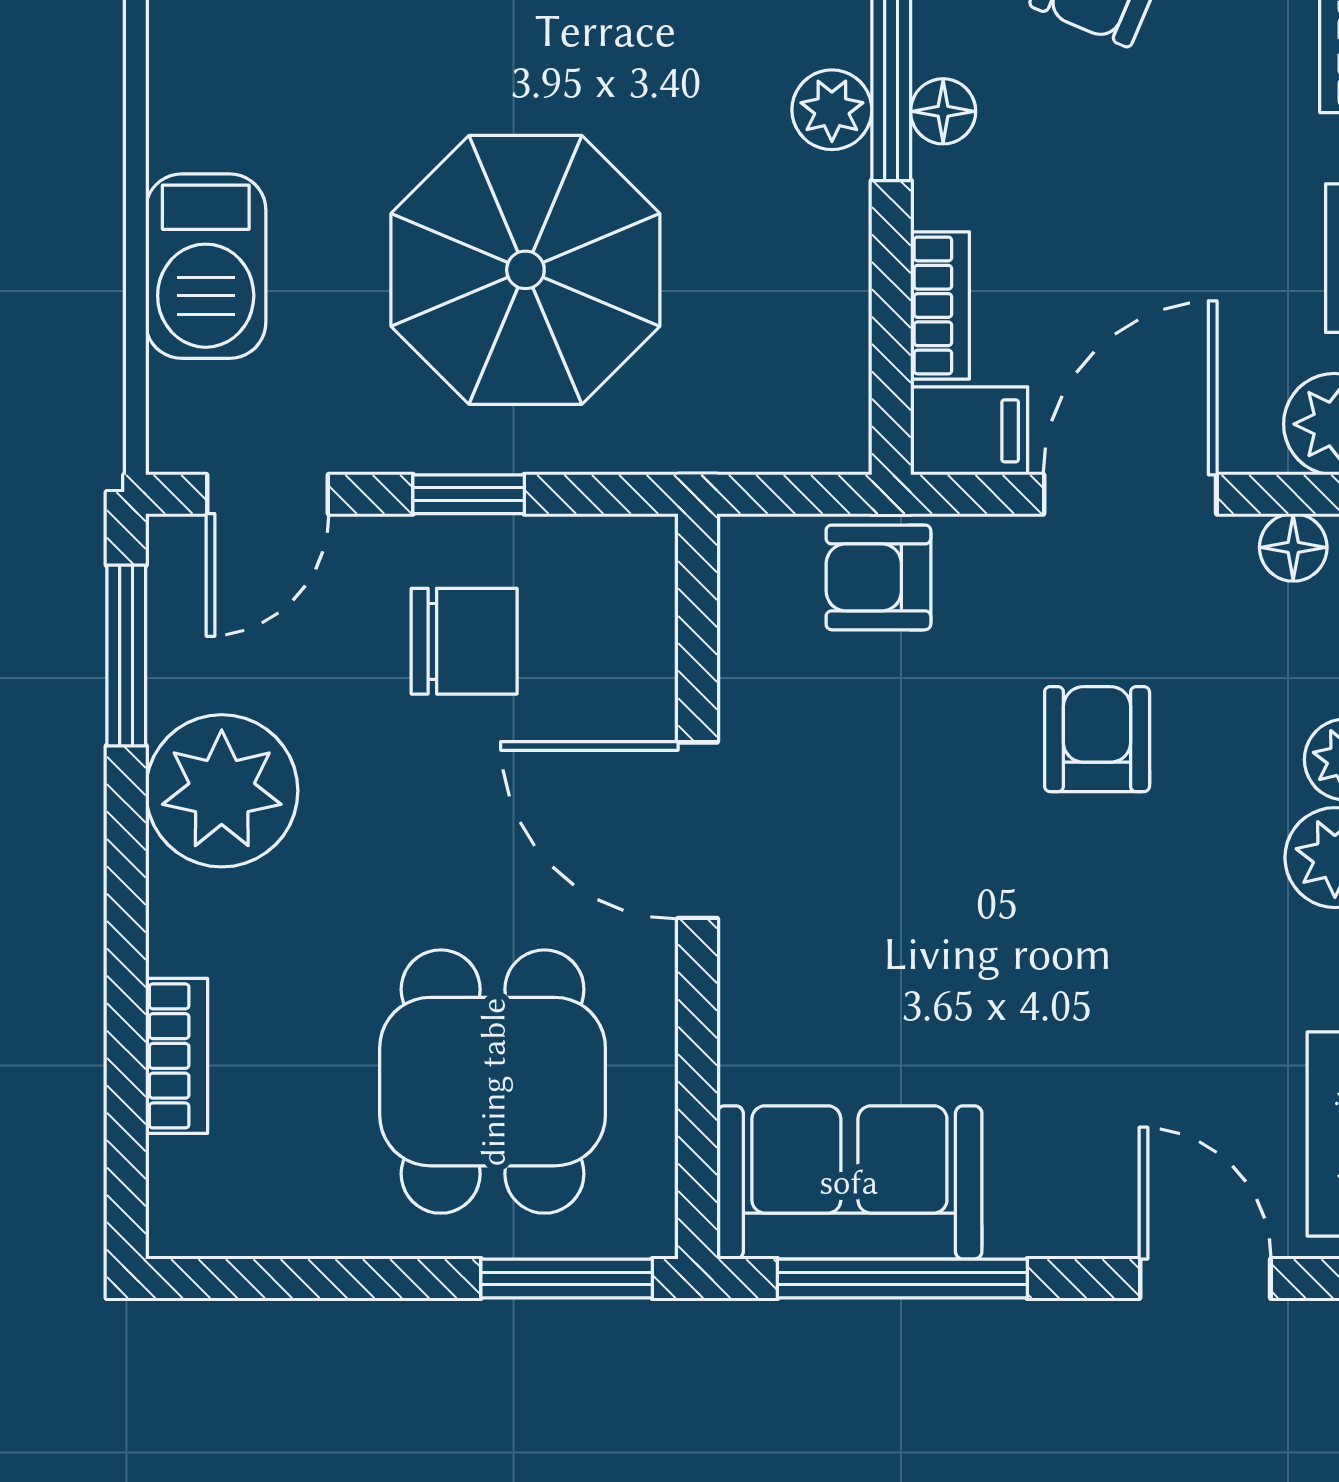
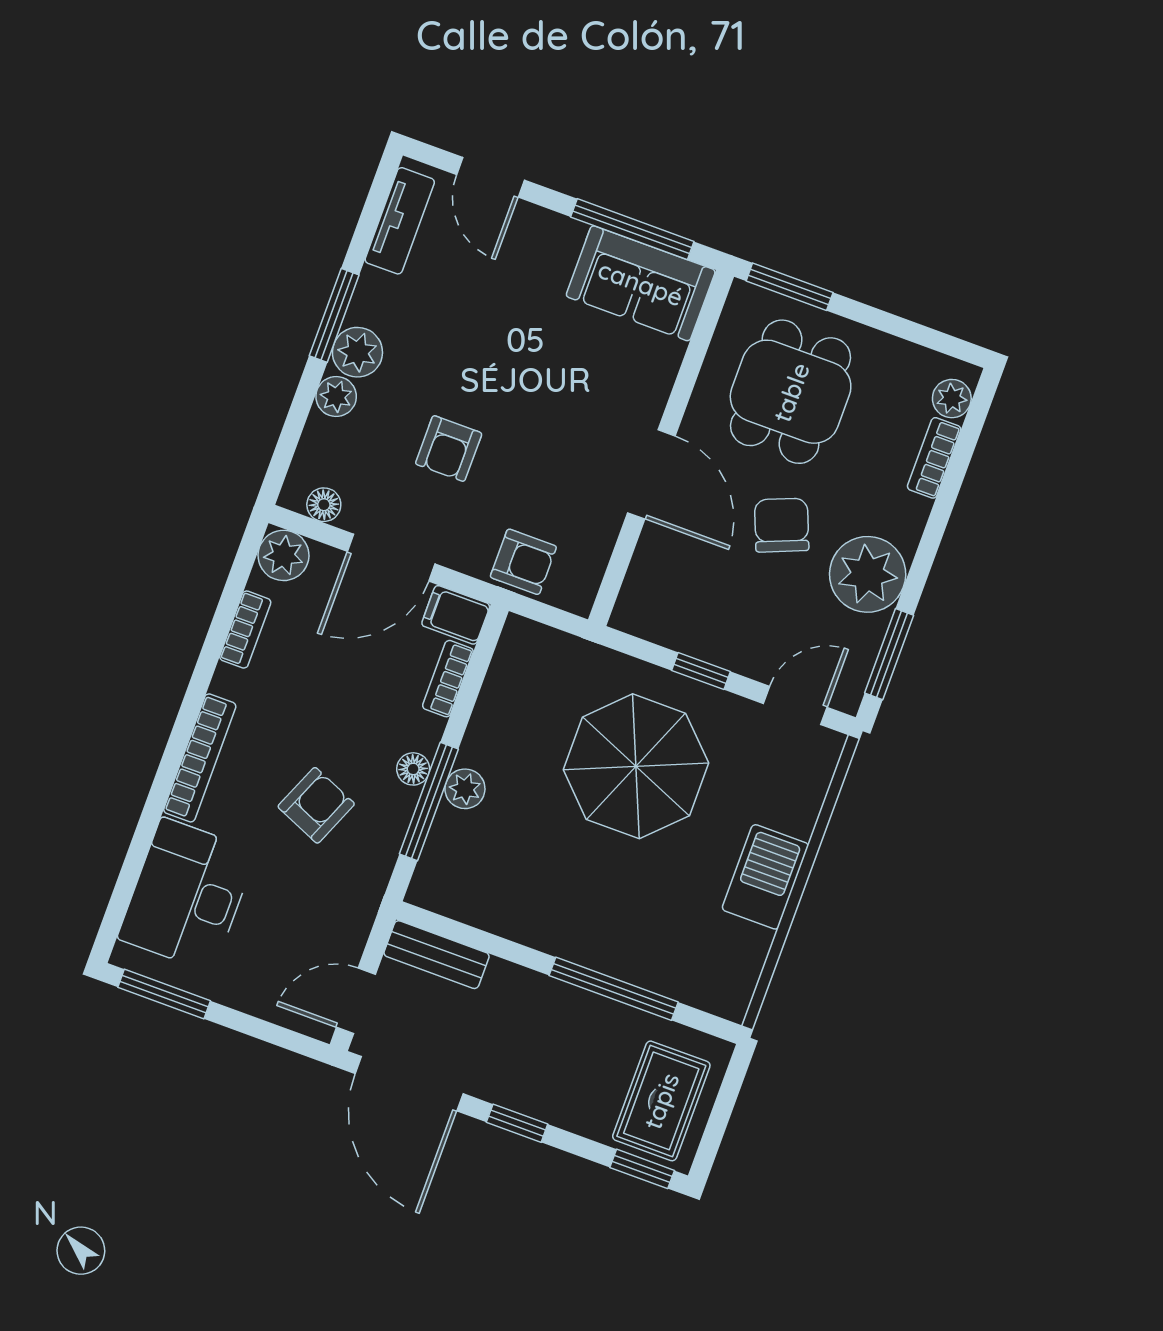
barbecue: (206, 266) -> (765, 877), moved
chair: (464, 641) -> (782, 525), moved, turned 68
plant: (184, 1180) -> (952, 399), added

